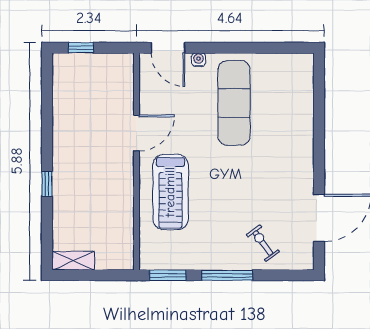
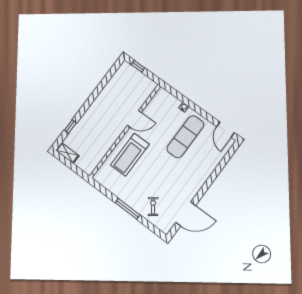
door: (168, 48) -> (225, 130), moved
window: (47, 184) -> (70, 127), moved
window: (168, 275) -> (102, 189), removed

